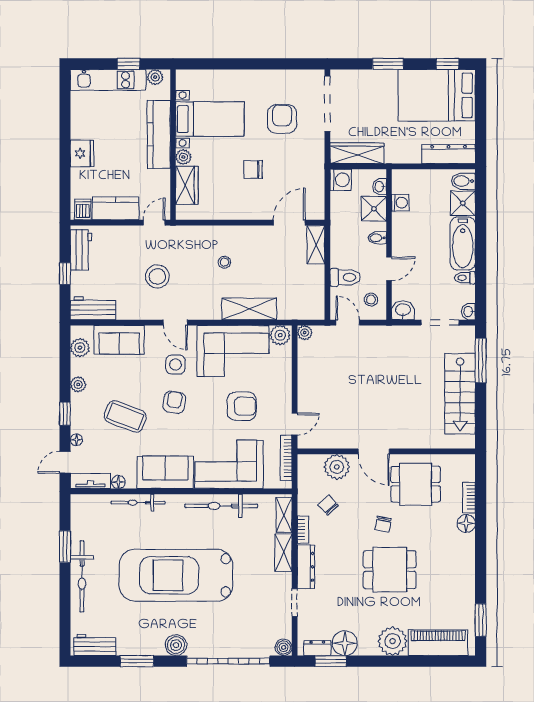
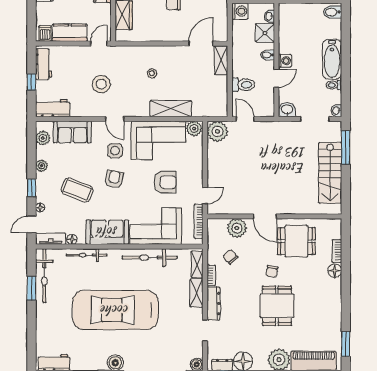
washing machine: (400, 203) -> (285, 61), moved
shower: (463, 203) -> (332, 29), removed
stool: (371, 300) -> (263, 102), removed
plant: (305, 333) -> (217, 131), width x1.88, depth x1.88
dining table: (390, 570) -> (277, 306), turned 90
bicycle: (82, 576) -> (44, 276), moved

